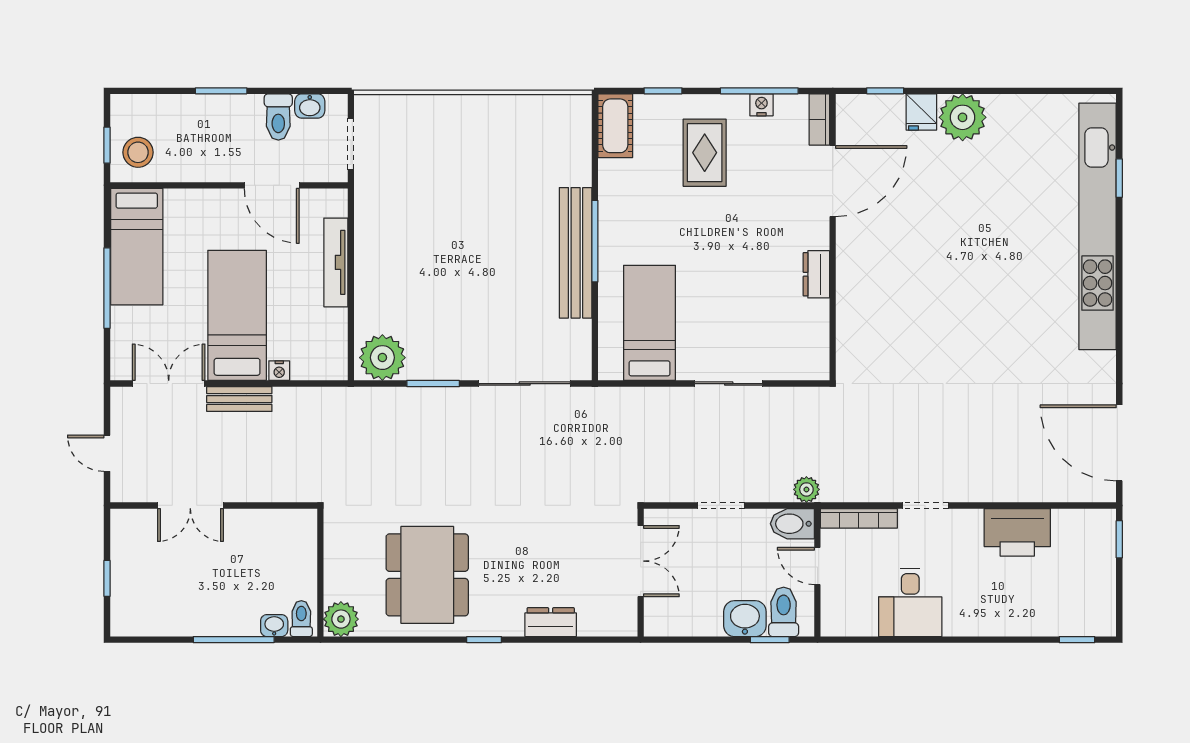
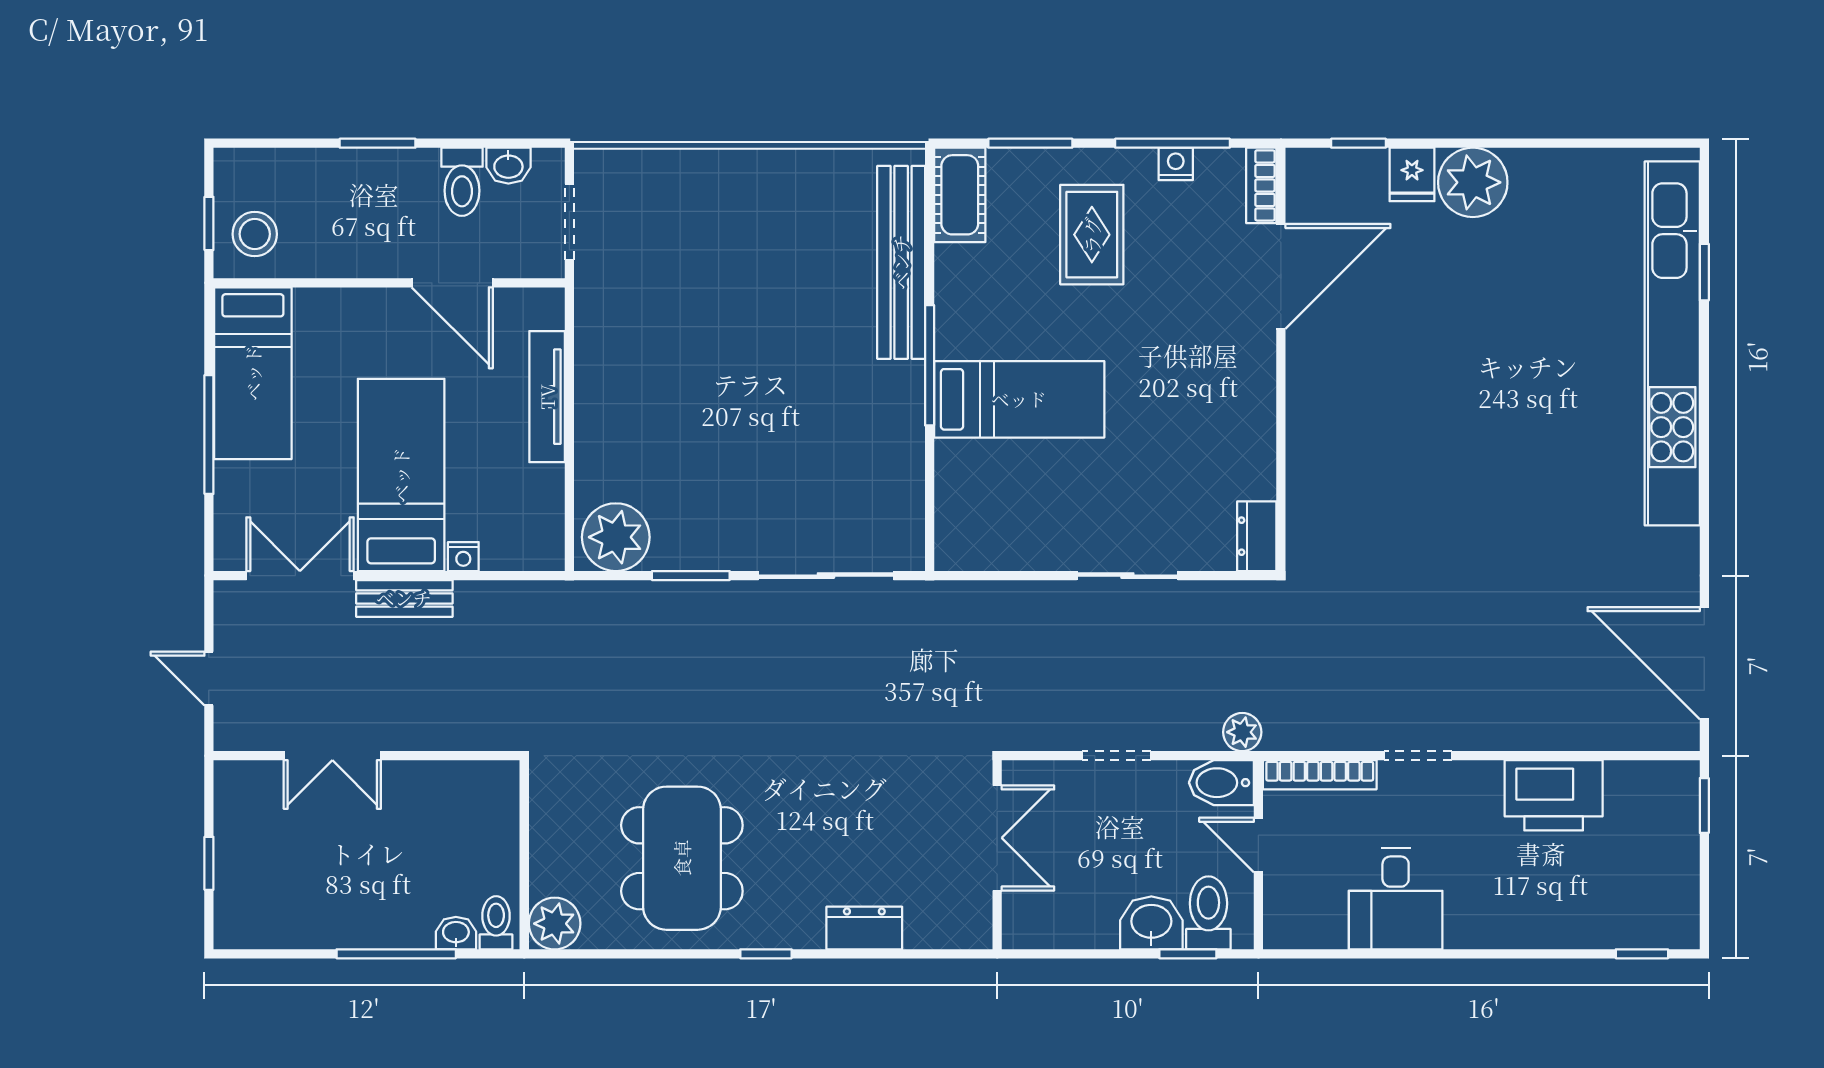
window: (663, 91) -> (1030, 143), width x1.50
bench: (576, 253) -> (901, 262), moved
dresser: (816, 274) -> (1257, 536), moved
bed: (649, 323) -> (1019, 399), moved, turned 90

